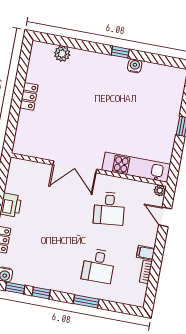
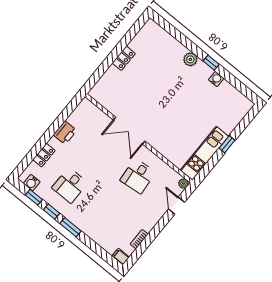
plant: (62, 54) -> (190, 59), moved
kitchen unit: (136, 167) -> (204, 153), moved, turned -90
filing cabinet: (146, 253) -> (121, 257), moved
desk: (98, 266) -> (70, 185), moved
window: (86, 301) -> (71, 227), moved

